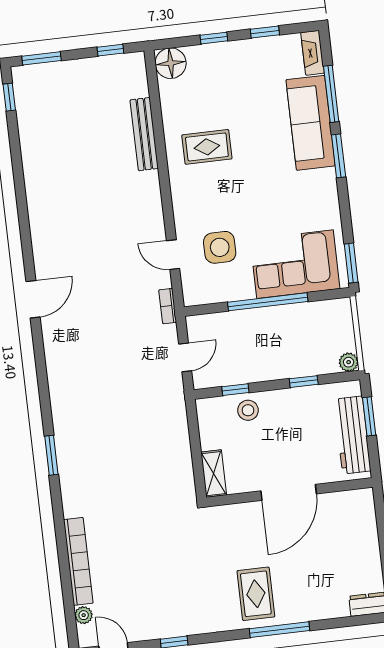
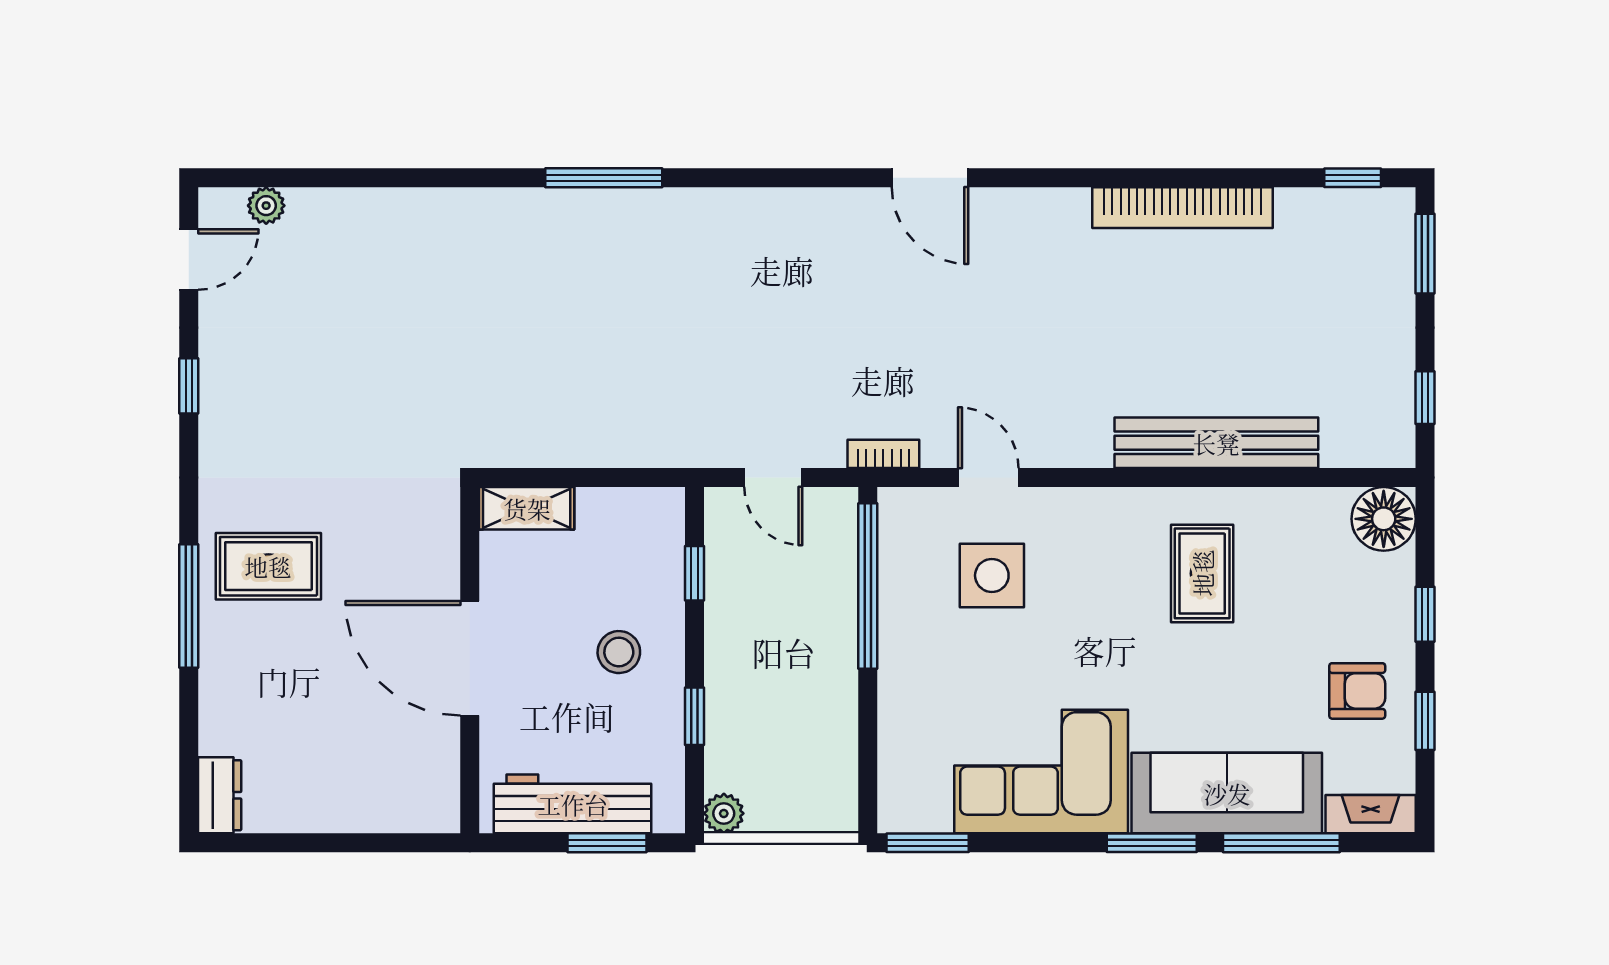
armchair: (254, 66) -> (1357, 691), added
bench: (144, 134) -> (1216, 443), width x1.37, depth x1.21
door: (173, 255) -> (988, 477), hinge flipped
corner sofa: (295, 264) -> (1041, 771), moved, turned -90
window: (268, 302) -> (868, 586), moved
stool: (248, 410) -> (619, 652), moved
window: (51, 455) -> (604, 178), width x1.44
bookcase: (78, 561) -> (1182, 208), moved

